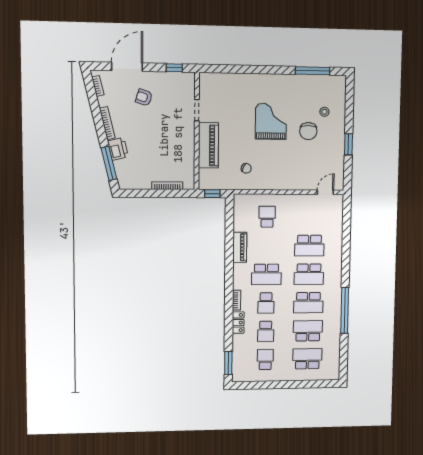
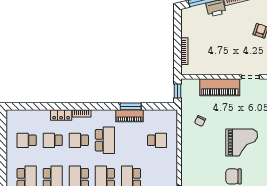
school desk: (266, 274) -> (105, 140), turned 180
school desk: (265, 360) -> (27, 140), turned 180
window: (228, 363) -> (131, 106), moved

